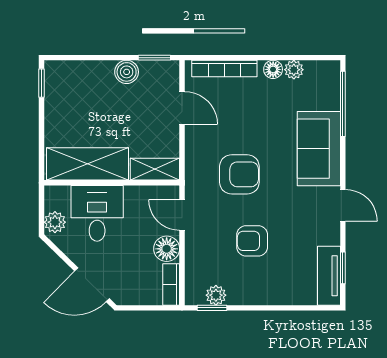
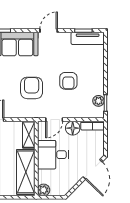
desk: (97, 213) -> (53, 155), moved
plant: (55, 222) -> (44, 190), moved

